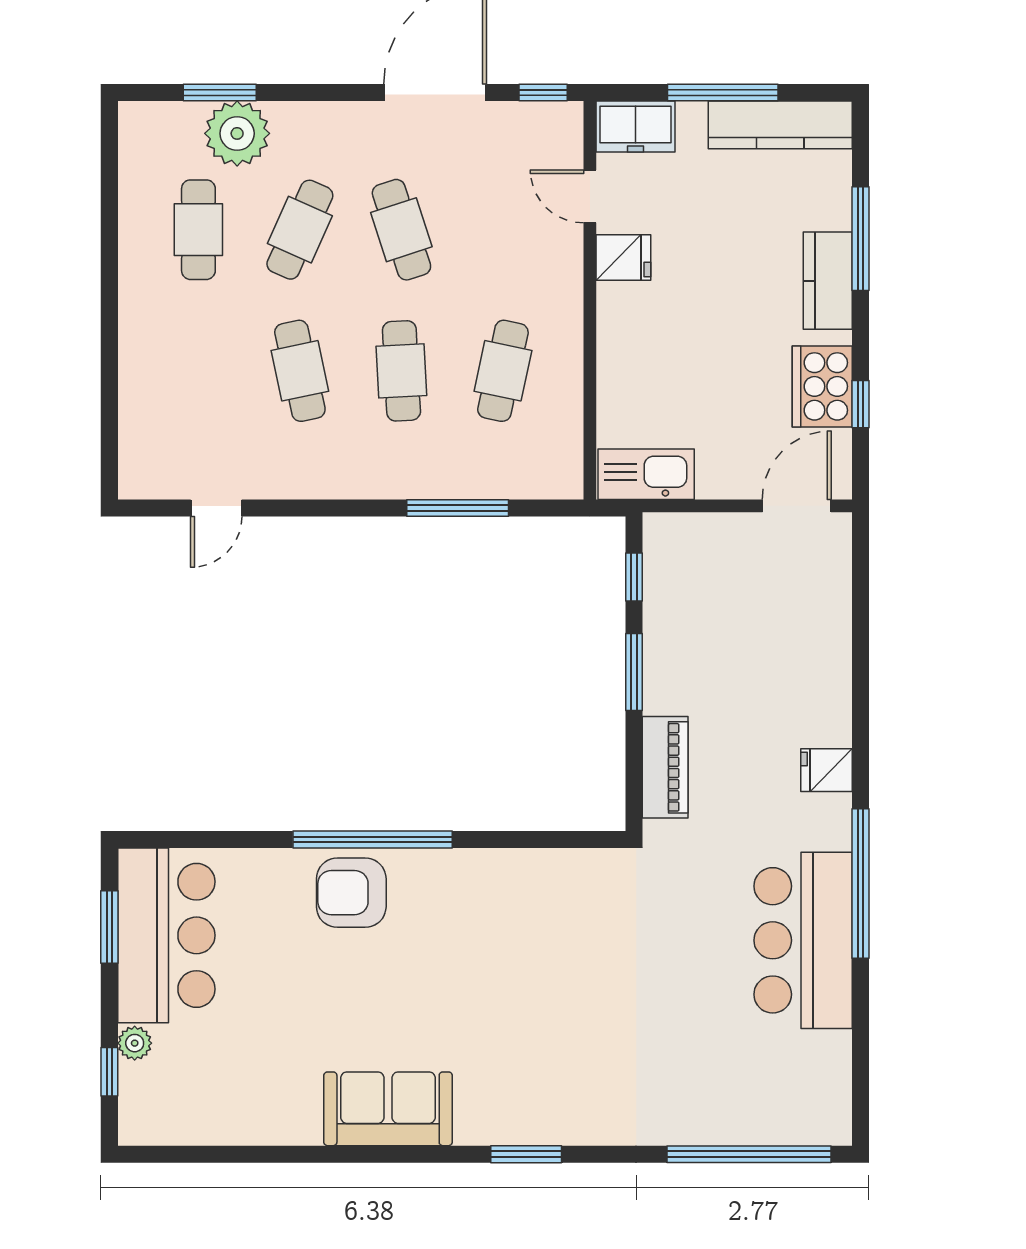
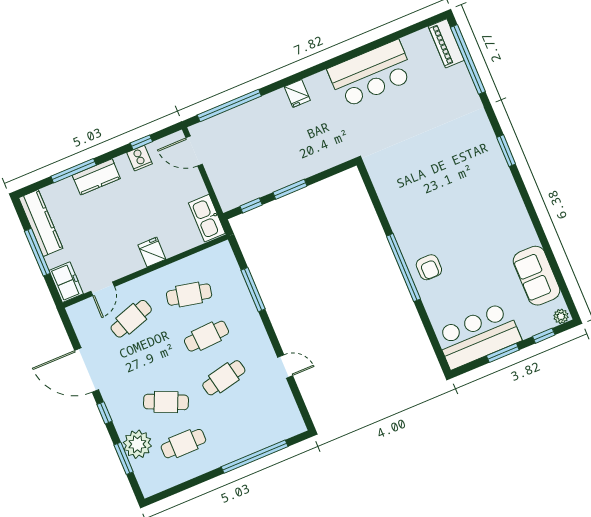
window: (543, 93) -> (104, 413), moved
cafe table: (401, 230) -> (131, 319), moved
fridge: (623, 258) -> (152, 252), moved
window: (109, 366) -> (255, 457), added
cooker: (822, 386) -> (139, 158), width x0.53, depth x0.76
door: (216, 508) -> (285, 366), moved
piano: (665, 767) -> (446, 43), moved, turned -90
window: (861, 884) -> (229, 105), moved
armchair: (351, 893) -> (429, 267), width x0.72, depth x0.72
window: (109, 927) -> (503, 353), moved
plant: (135, 1043) -> (561, 316), moved
sofa: (388, 1109) -> (537, 276), moved

